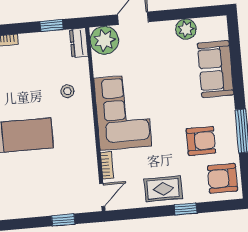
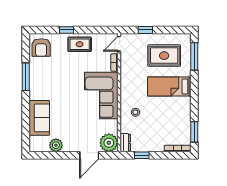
armchair: (201, 141) -> (53, 73), removed
armchair: (222, 178) -> (41, 48), turned 90
rug: (31, 183) -> (164, 56), added

